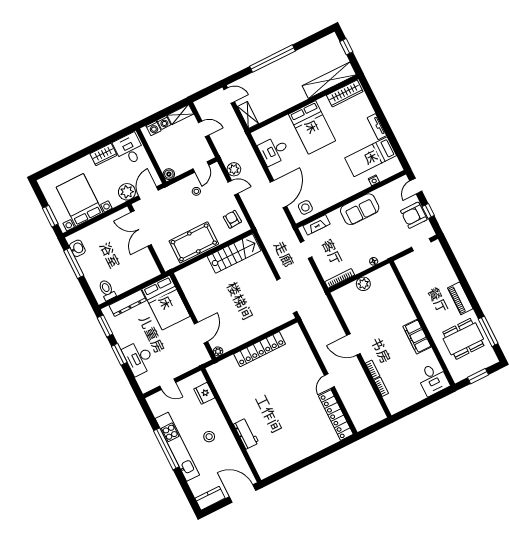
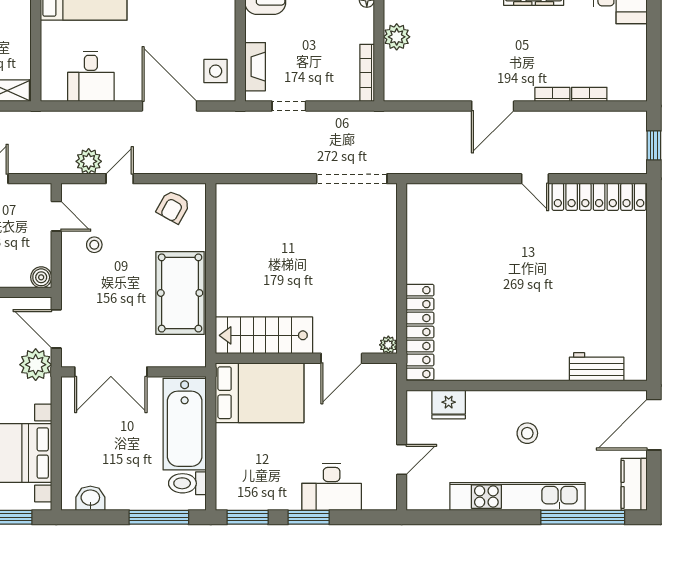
armchair: (232, 219) -> (173, 207), turned -58
stairs: (234, 254) -> (264, 335), moved, turned -90
window: (74, 263) -> (159, 517), moved
bathtub: (134, 275) -> (185, 424), added
dresser: (128, 303) -> (227, 459), removed
door: (201, 333) -> (341, 358), swing flipped
locker: (260, 349) -> (420, 332), moved
window: (373, 429) -> (654, 145), added
workbench: (246, 434) -> (597, 367), moved
window: (166, 449) -> (583, 517), moved

